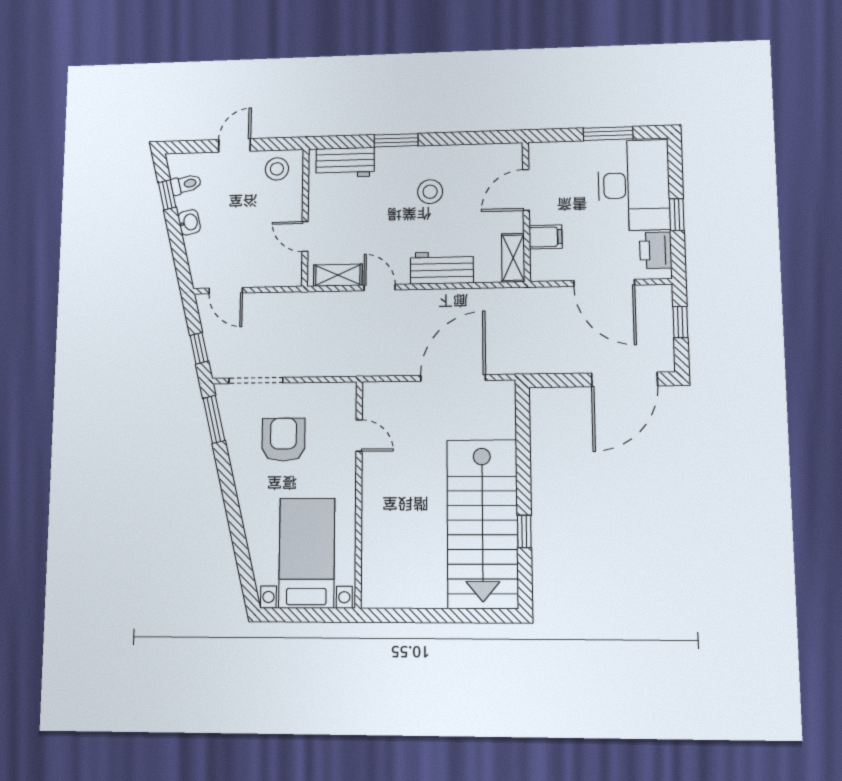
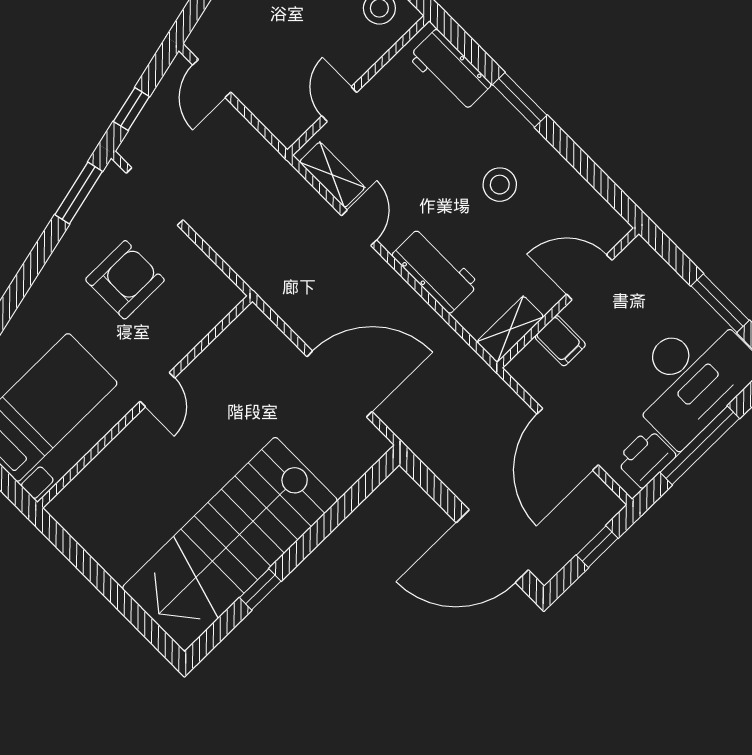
window: (677, 215) -> (700, 445), width x2.17
door: (359, 435) -> (157, 390), moved

